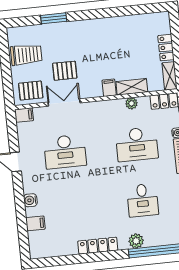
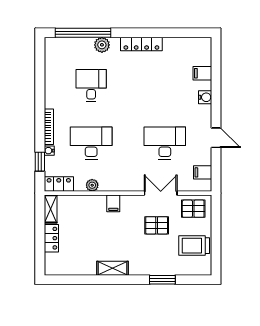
shelving: (132, 87) -> (113, 268), moved
double door: (64, 102) -> (161, 193), swing flipped
filing cabinet: (24, 115) -> (203, 172), moved

